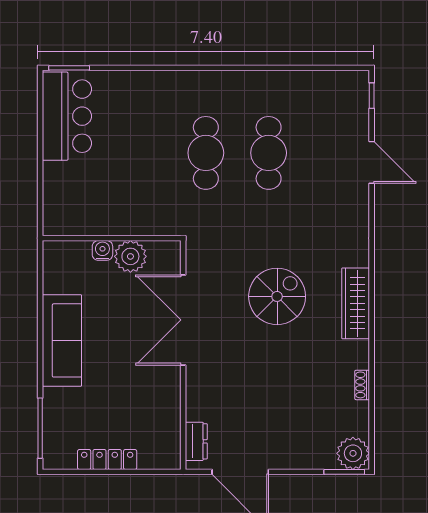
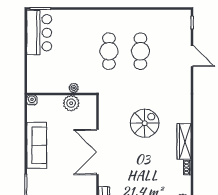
plant: (135, 226) -> (74, 88), added
water cooler: (102, 250) -> (32, 100), moved
wardrobe: (356, 303) -> (184, 141), moved
double door: (183, 320) -> (98, 152), moved

